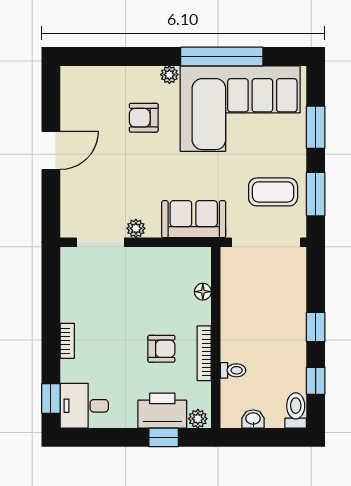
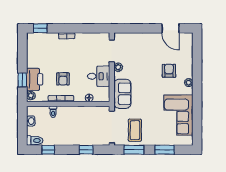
window: (222, 57) -> (197, 107), removed
corner sofa: (240, 109) -> (178, 115), width x0.73, depth x0.74
door: (51, 150) -> (170, 28), moved
window: (316, 327) -> (86, 150), moved
desk: (84, 406) -> (99, 76), moved, turned 90

